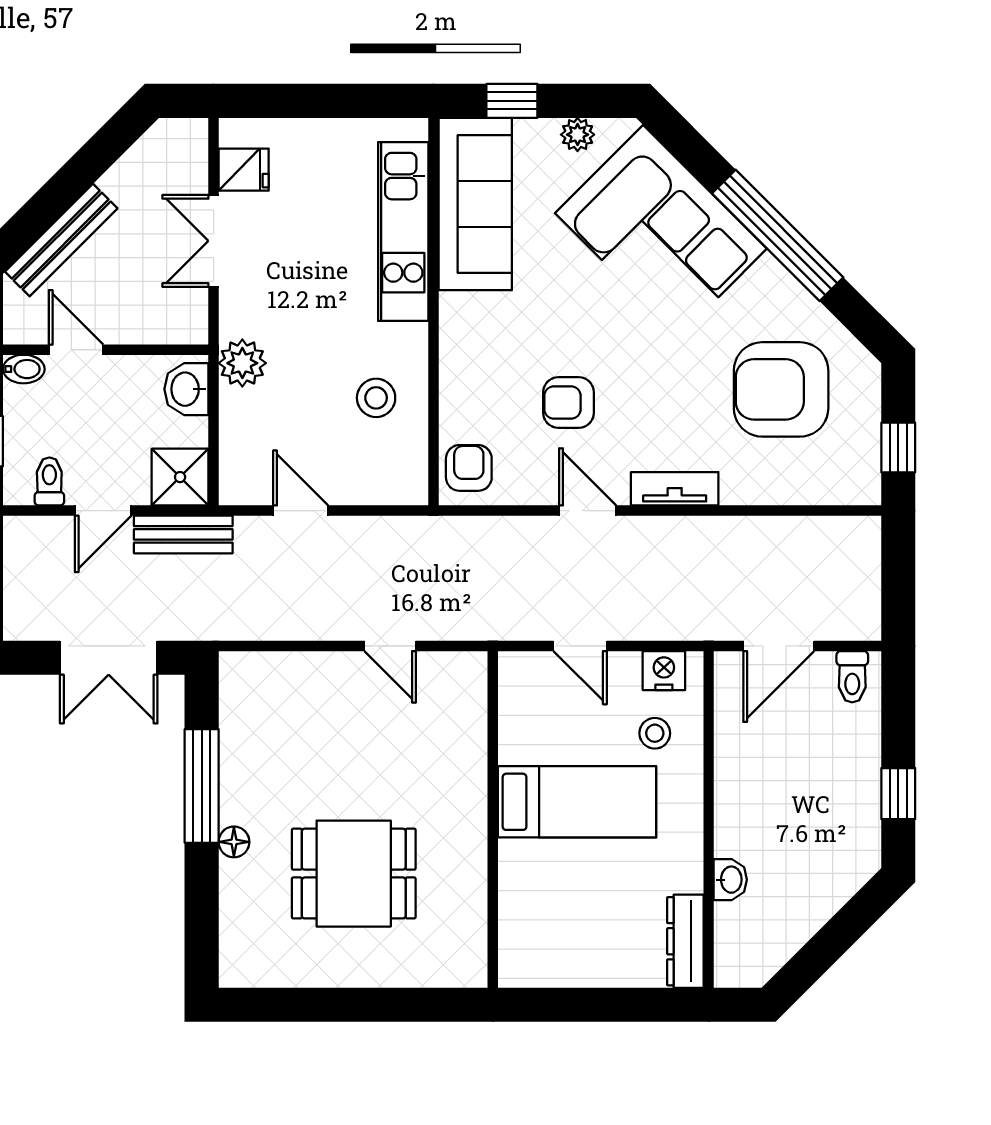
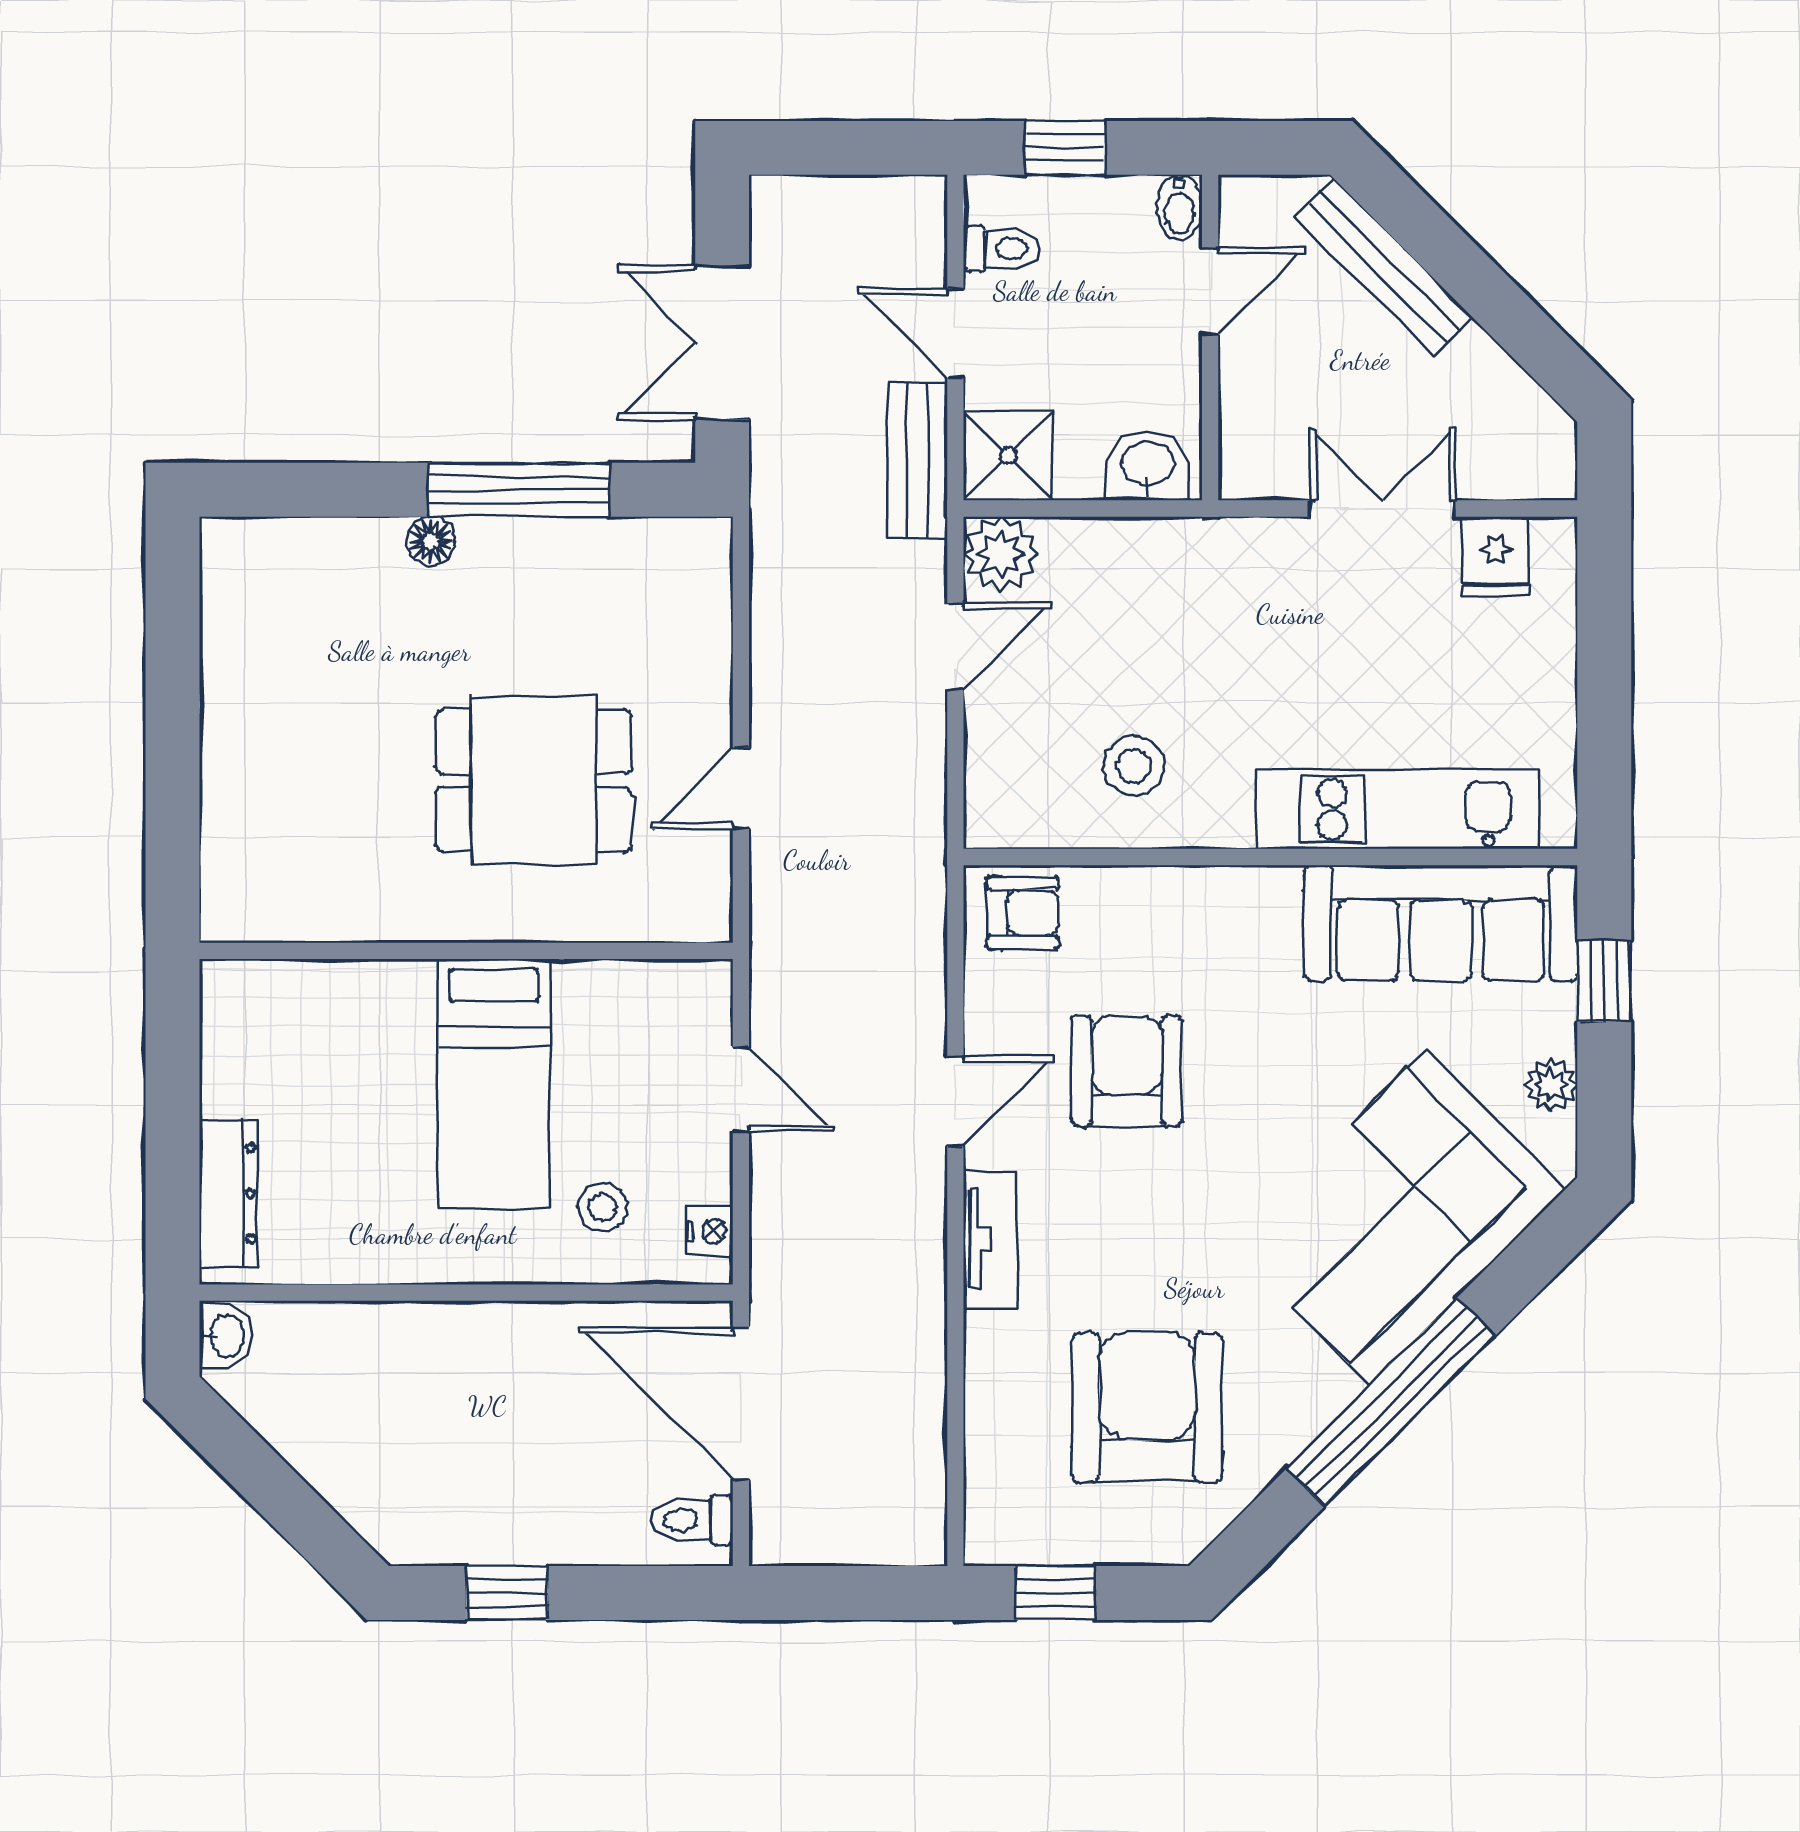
plant: (242, 363) -> (1001, 554), moved
armchair: (569, 403) -> (1126, 1071), width x1.38, depth x1.38
door: (580, 646) -> (741, 1089), swing flipped
door: (779, 646) -> (741, 1404), width x1.36
nightstand: (664, 671) -> (710, 1231), width x0.72, depth x0.74
dining table: (354, 874) -> (534, 781), moved, turned 90
washbasin: (730, 880) -> (226, 1336), moved, turned -90
dresser: (685, 941) -> (228, 1193), moved, turned 90

